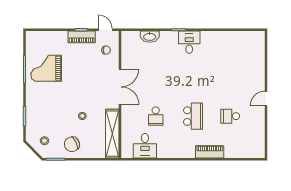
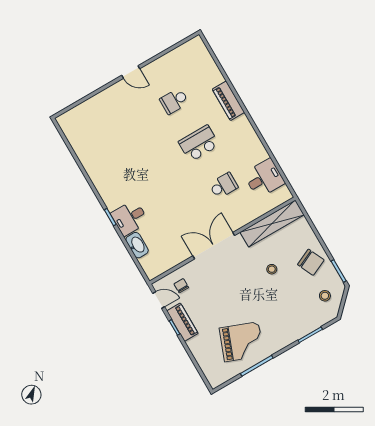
door: (105, 30) -> (159, 300), swing flipped
desk: (189, 42) -> (130, 218), moved
grand piano: (46, 68) -> (242, 342), turned -69
school desk: (230, 116) -> (174, 101), turned 90

